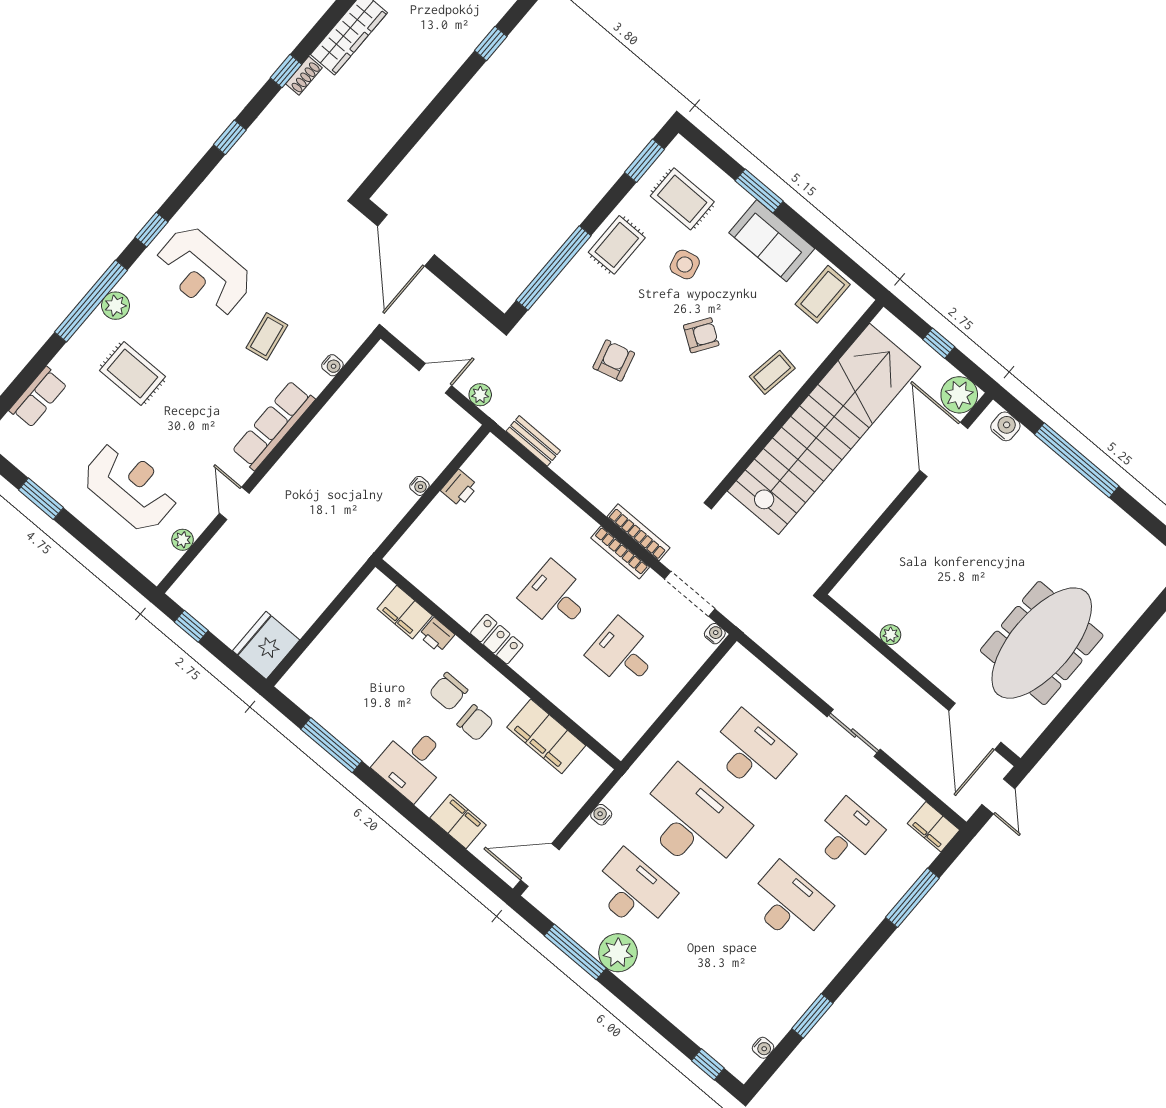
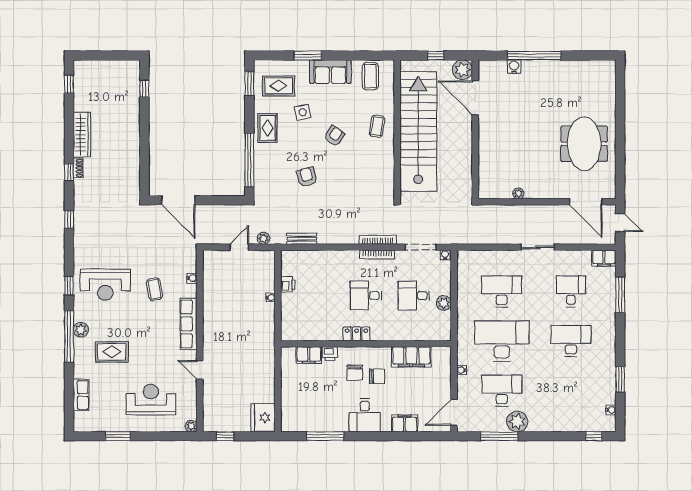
water cooler: (1005, 426) -> (514, 67), moved
plant: (183, 540) -> (191, 426), moved
meeting table: (1042, 643) -> (584, 144), width x0.73
plant: (656, 699) -> (444, 303), added

